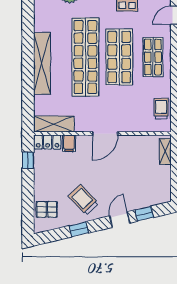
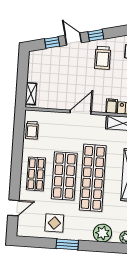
trolley: (83, 200) -> (103, 58), turned 44
door: (120, 220) -> (73, 39), swing flipped
window: (79, 229) -> (96, 35), moved

